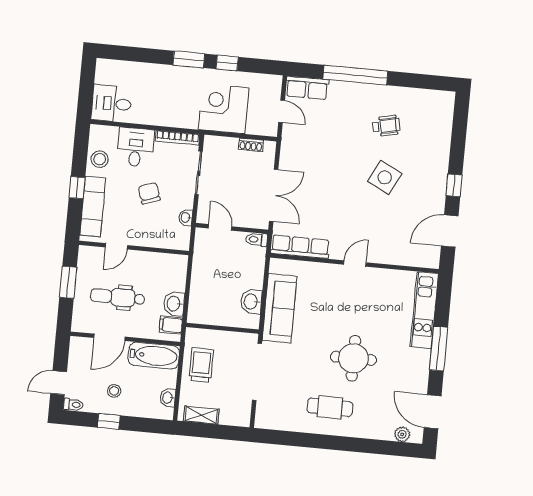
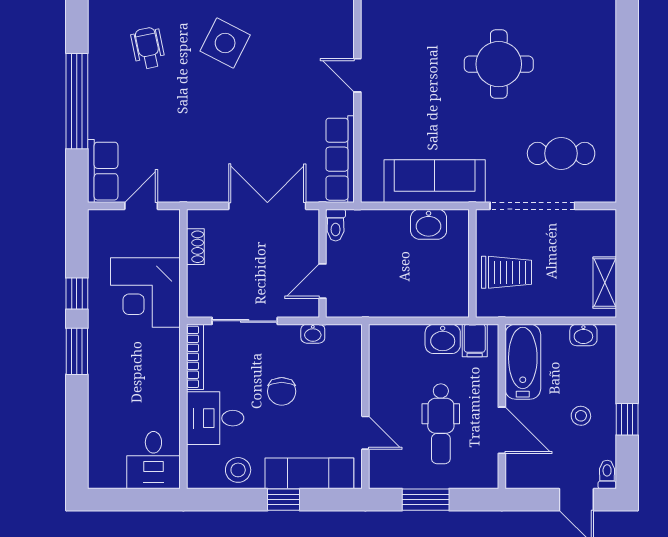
chair: (149, 193) -> (282, 391), turned -71
trolley: (201, 365) -> (506, 272), moved, turned 180
cafe table: (330, 407) -> (561, 153), moved, turned 90

